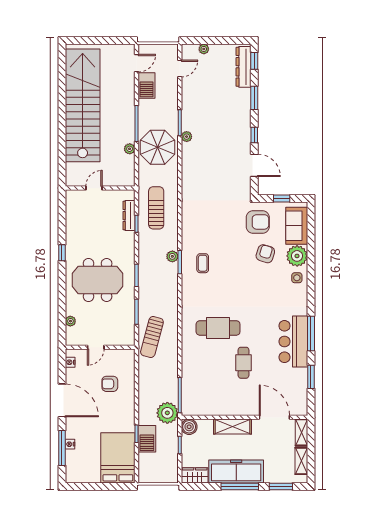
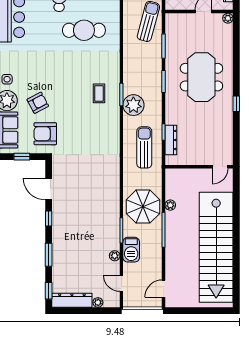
dresser: (244, 67) -> (72, 300), moved, turned -90
door: (180, 69) -> (121, 283), hinge flipped
barbecue: (146, 86) -> (131, 250), moved, turned 180
plant: (187, 137) -> (115, 256), moved
door: (94, 188) -> (220, 167), moved
sun lounger: (156, 208) -> (144, 147), turned 180
armchair: (265, 254) -> (38, 103), turned -135
plant: (172, 256) -> (133, 105), width x1.88, depth x1.88
meeting table: (98, 280) -> (201, 77), turned 90
plant: (70, 321) -> (228, 18), moved

